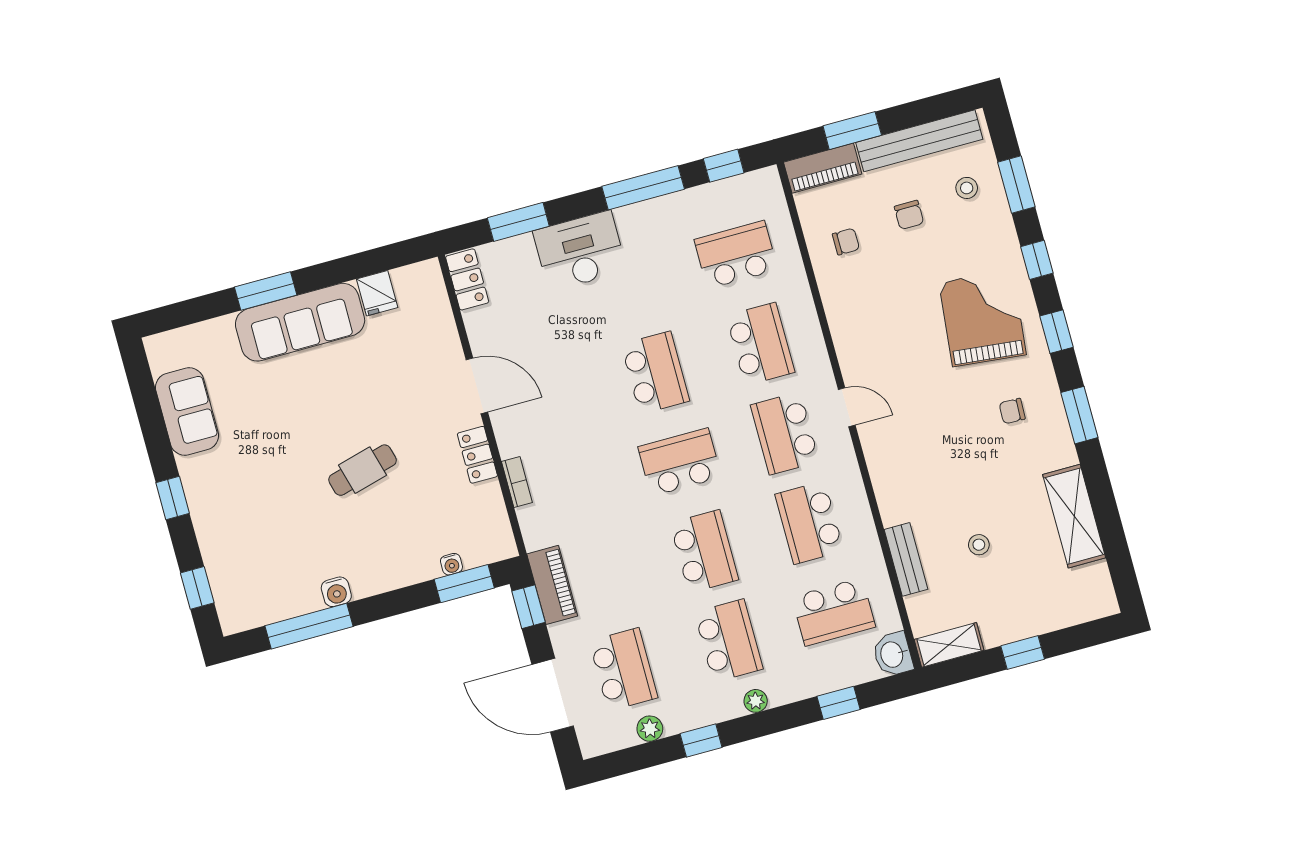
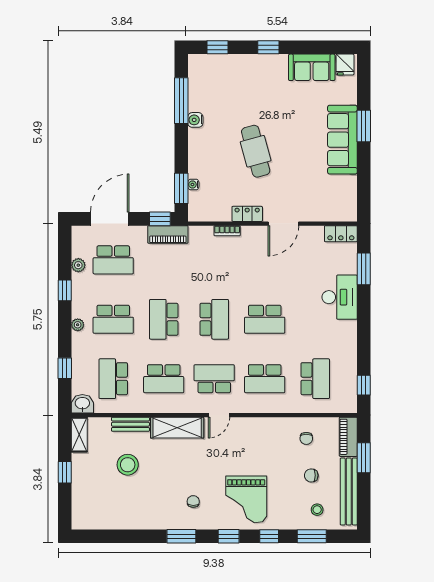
window: (643, 188) -> (364, 339), removed
fridge: (377, 293) -> (345, 65), moved, turned -90
grand piano: (983, 318) -> (246, 499), turned 84
cafe table: (363, 470) -> (256, 151), width x1.37, depth x1.35
shelving: (1074, 516) -> (177, 428), moved
school desk: (809, 523) -> (164, 379), turned 180
stool: (979, 545) -> (128, 465), width x1.89, depth x1.89
school desk: (704, 551) -> (164, 319), turned 90

